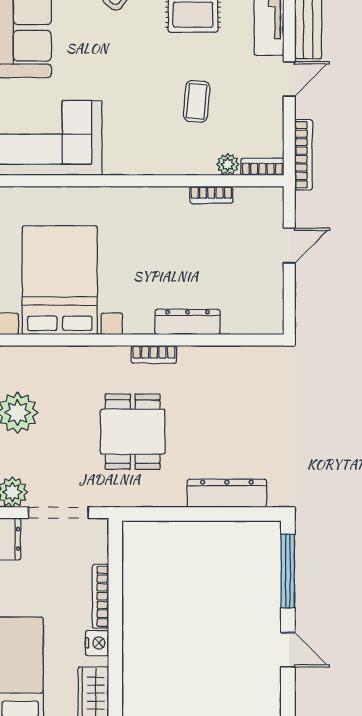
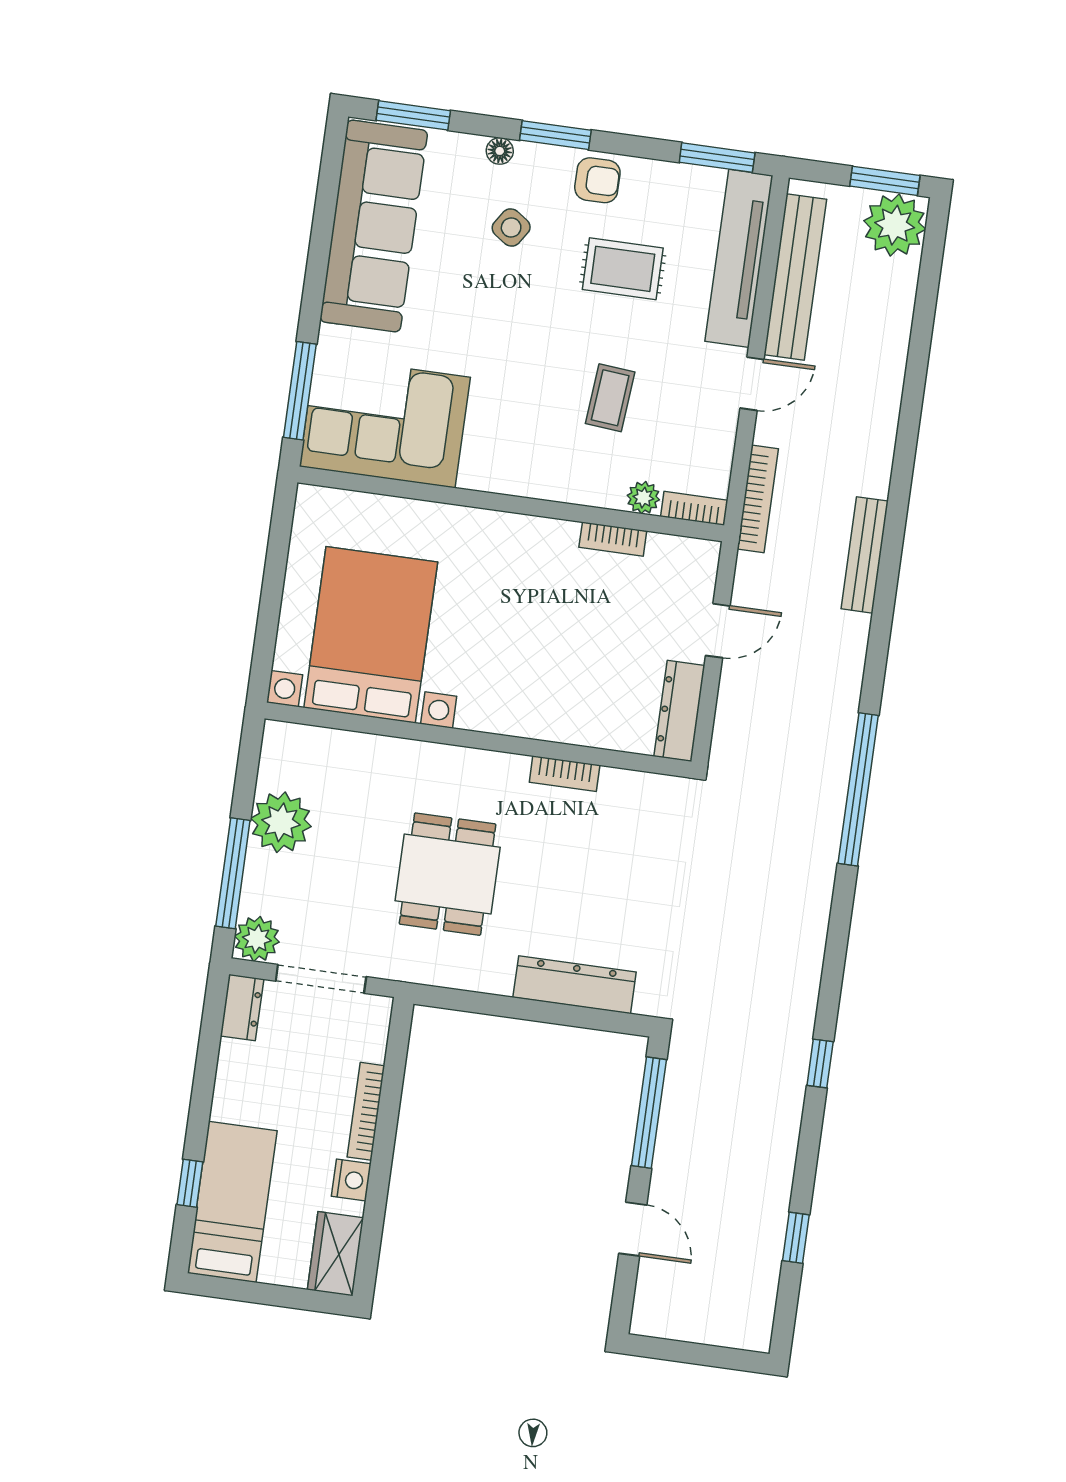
dresser: (188, 322) -> (679, 711), moved, turned -90
bookcase: (154, 354) -> (565, 774), moved

